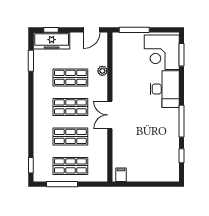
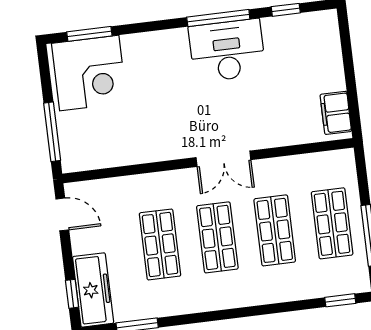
plant: (102, 71) -> (140, 184), removed
desk: (165, 89) -> (227, 50), moved
filing cabinet: (121, 175) -> (336, 113), width x2.00

